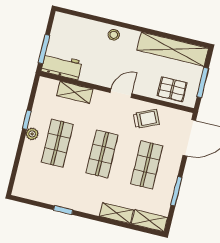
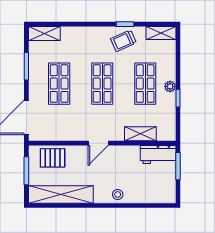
trolley: (146, 119) -> (123, 41), moved
shelving: (116, 213) -> (161, 33), moved

